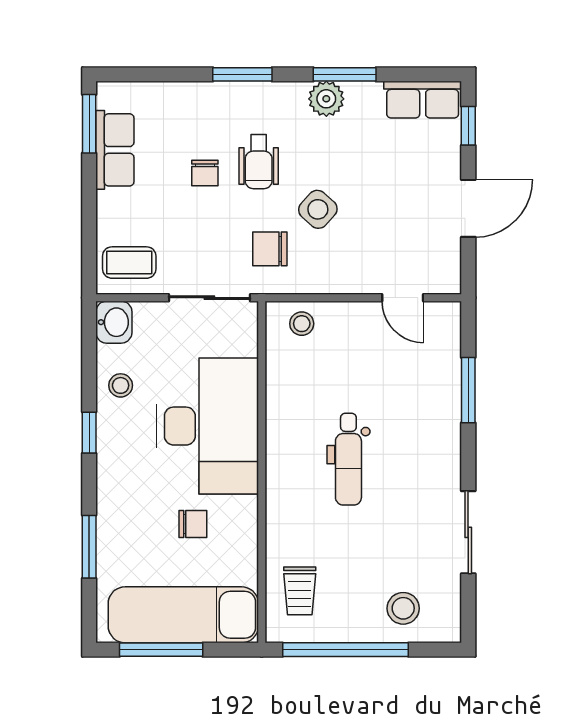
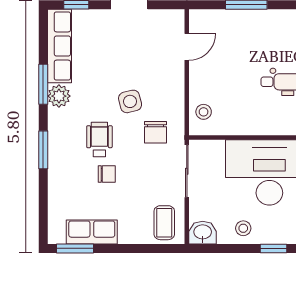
row of seats: (423, 100) -> (60, 46), width x1.48
wheelchair: (259, 162) -> (99, 140), turned -90
side table: (318, 209) -> (130, 101), turned 34

